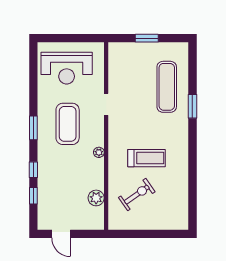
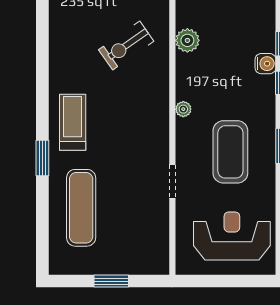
window: (192, 106) -> (42, 158), moved
treadmill: (147, 158) -> (73, 122), moved, turned 90
water cooler: (44, 183) -> (265, 64), added

